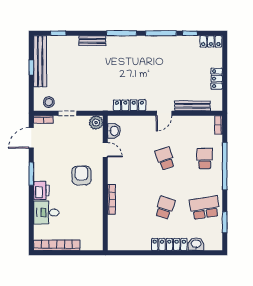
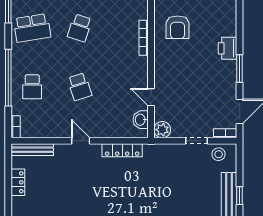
bench: (192, 106) -> (32, 150), moved
door: (164, 113) -> (81, 141), hinge flipped
armchair: (81, 175) -> (178, 27), moved
desk: (46, 213) -> (222, 22), removed

